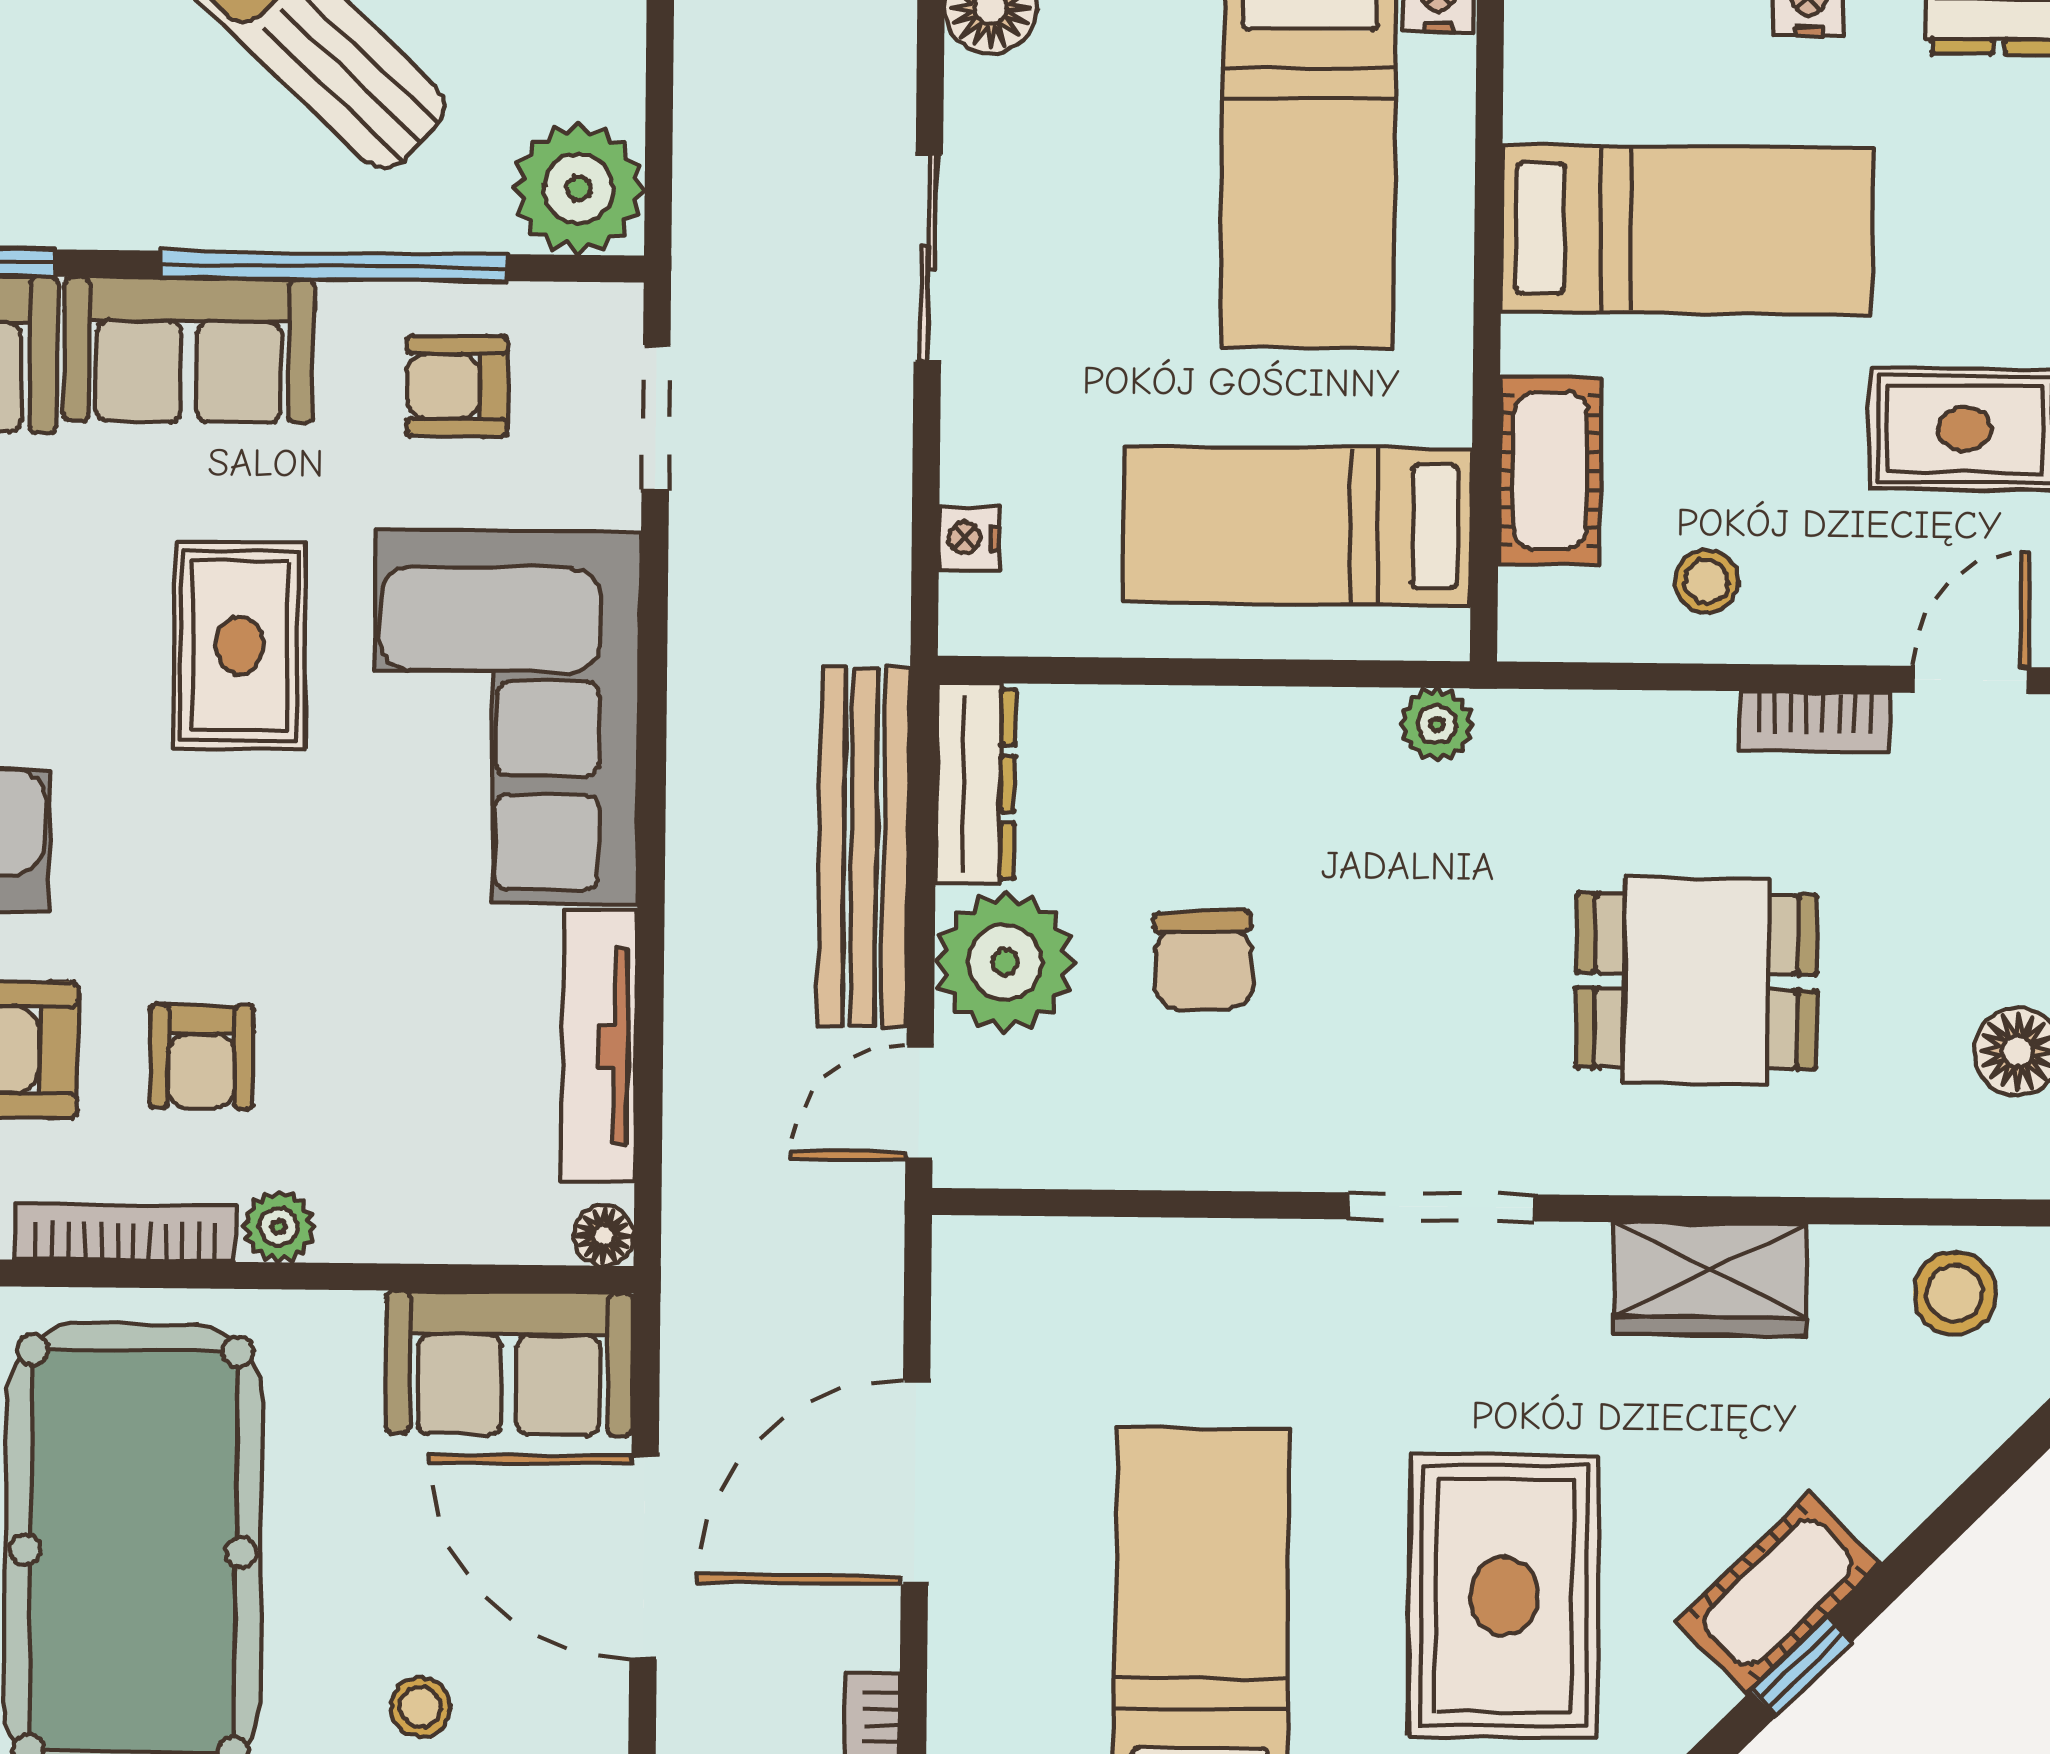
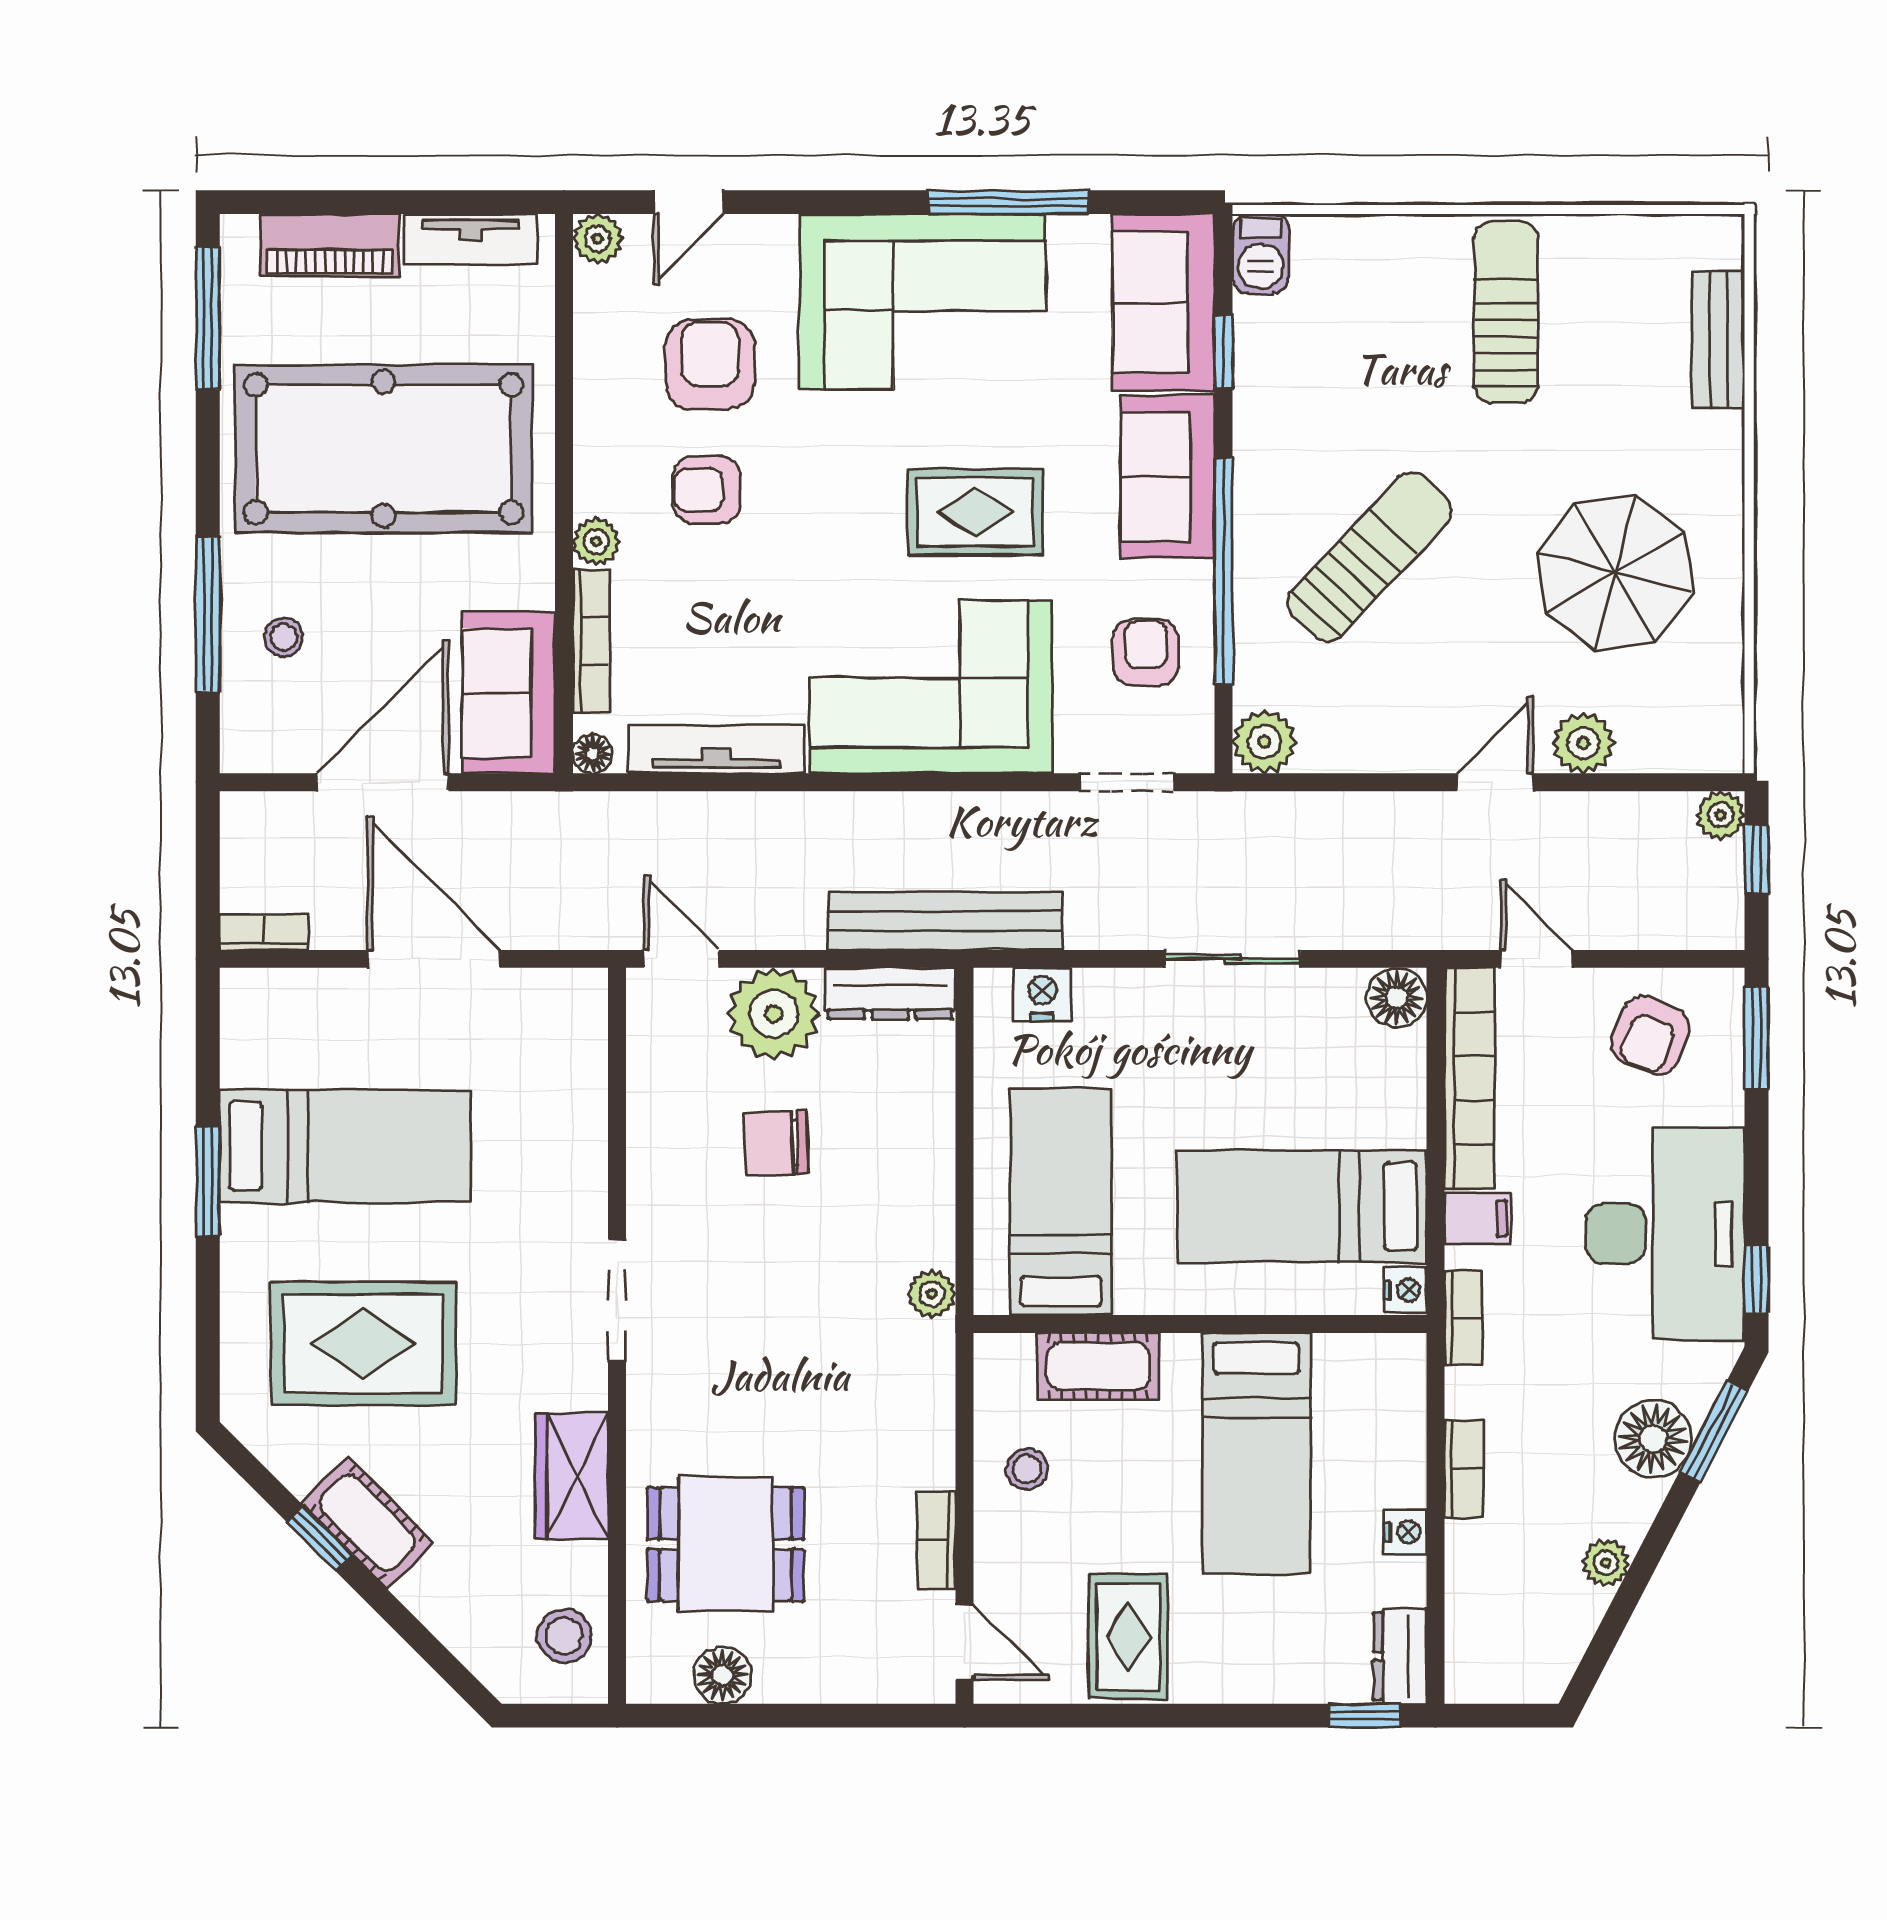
plant: (578, 189) -> (1264, 742), width x0.73, depth x0.73
nightstand: (969, 538) -> (1042, 994), width x1.39, depth x1.35
bench: (864, 847) -> (945, 921), moved
dining table: (1696, 981) -> (726, 1544), moved, turned 90
bookcase: (125, 1233) -> (591, 641), moved

